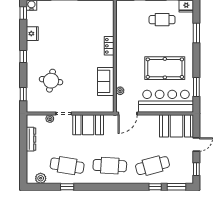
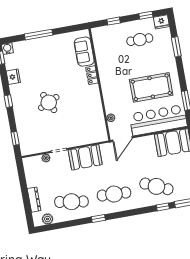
round table: (51, 81) -> (49, 102), moved, turned -35
sofa: (106, 81) -> (84, 52), moved
dresser: (31, 139) -> (34, 200), moved
cafe table: (153, 166) -> (156, 186), turned 39
window: (67, 187) -> (98, 219), moved

